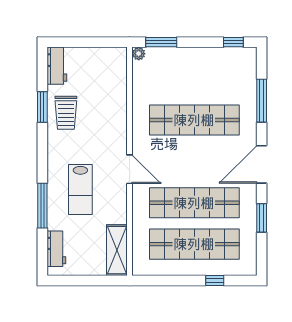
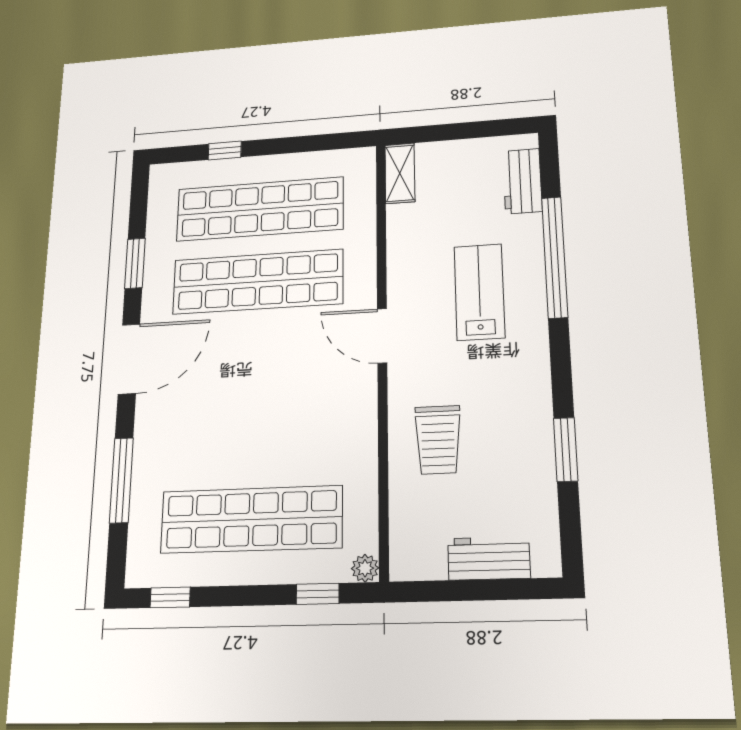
window: (161, 42) -> (318, 594), width x0.67
workbench: (57, 66) -> (489, 558), moved, turned 90
trolley: (66, 113) -> (438, 440), moved, turned 180
shop shelf: (194, 120) -> (251, 519), moved
window: (42, 206) -> (555, 257), width x1.46
shelving: (117, 250) -> (400, 173), width x0.67, depth x0.75

